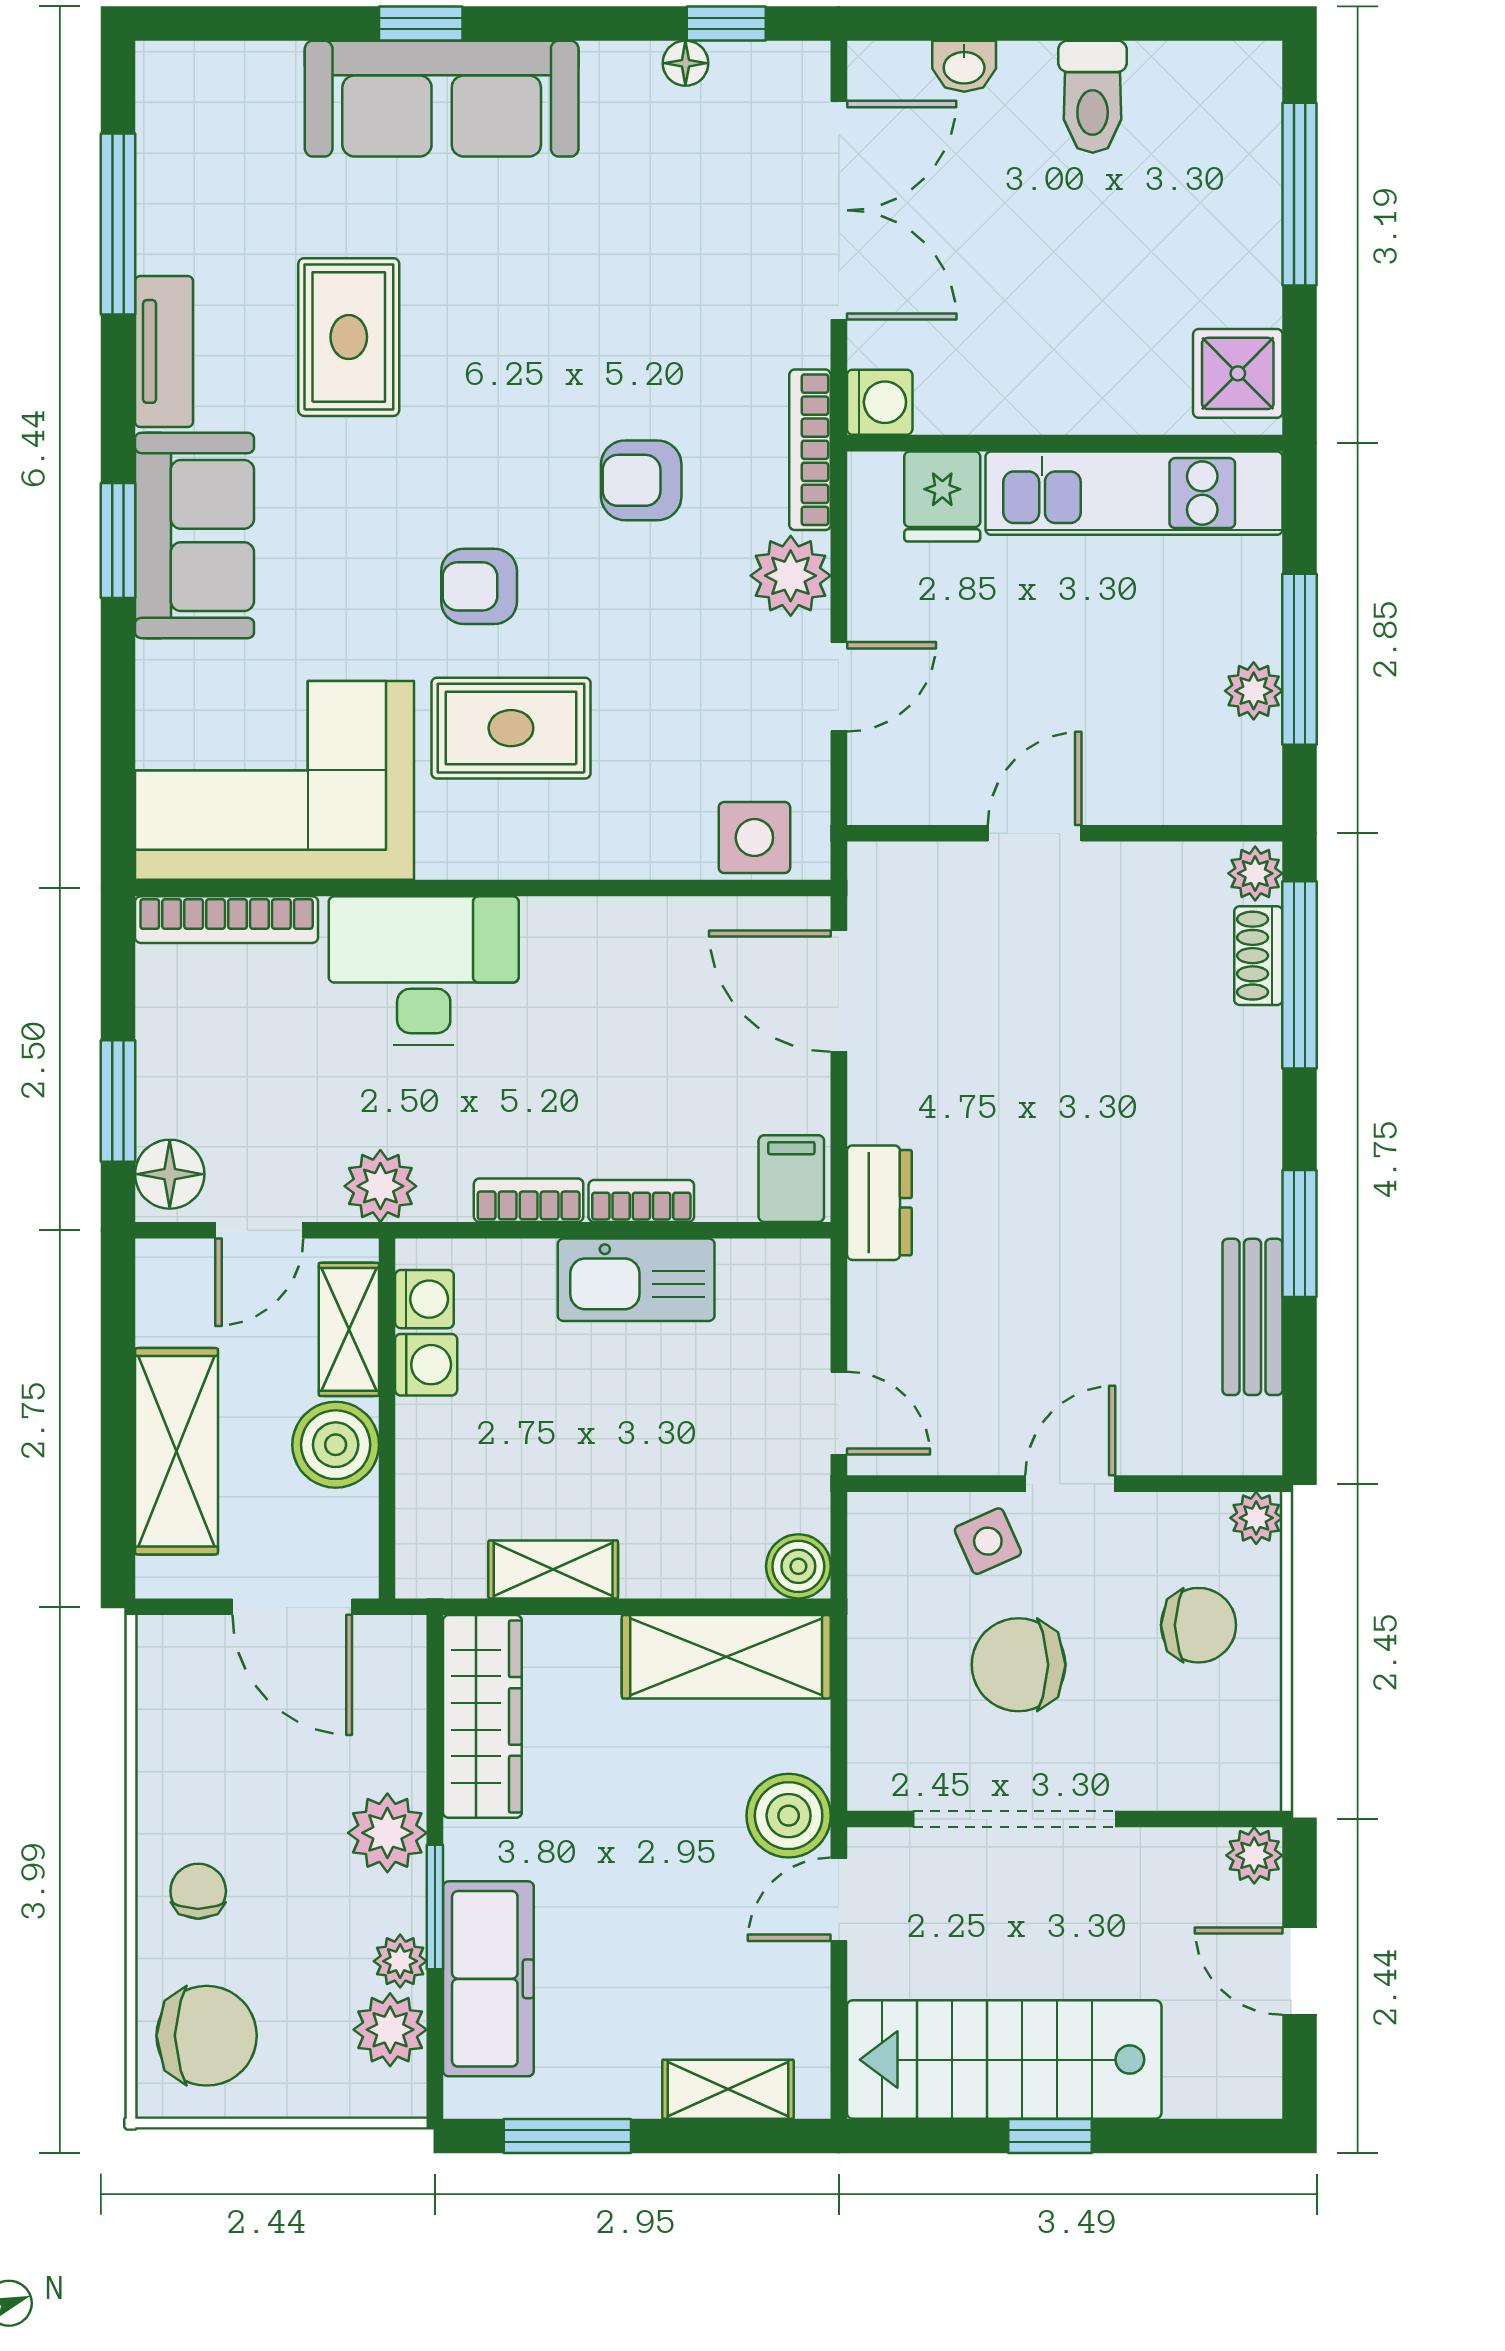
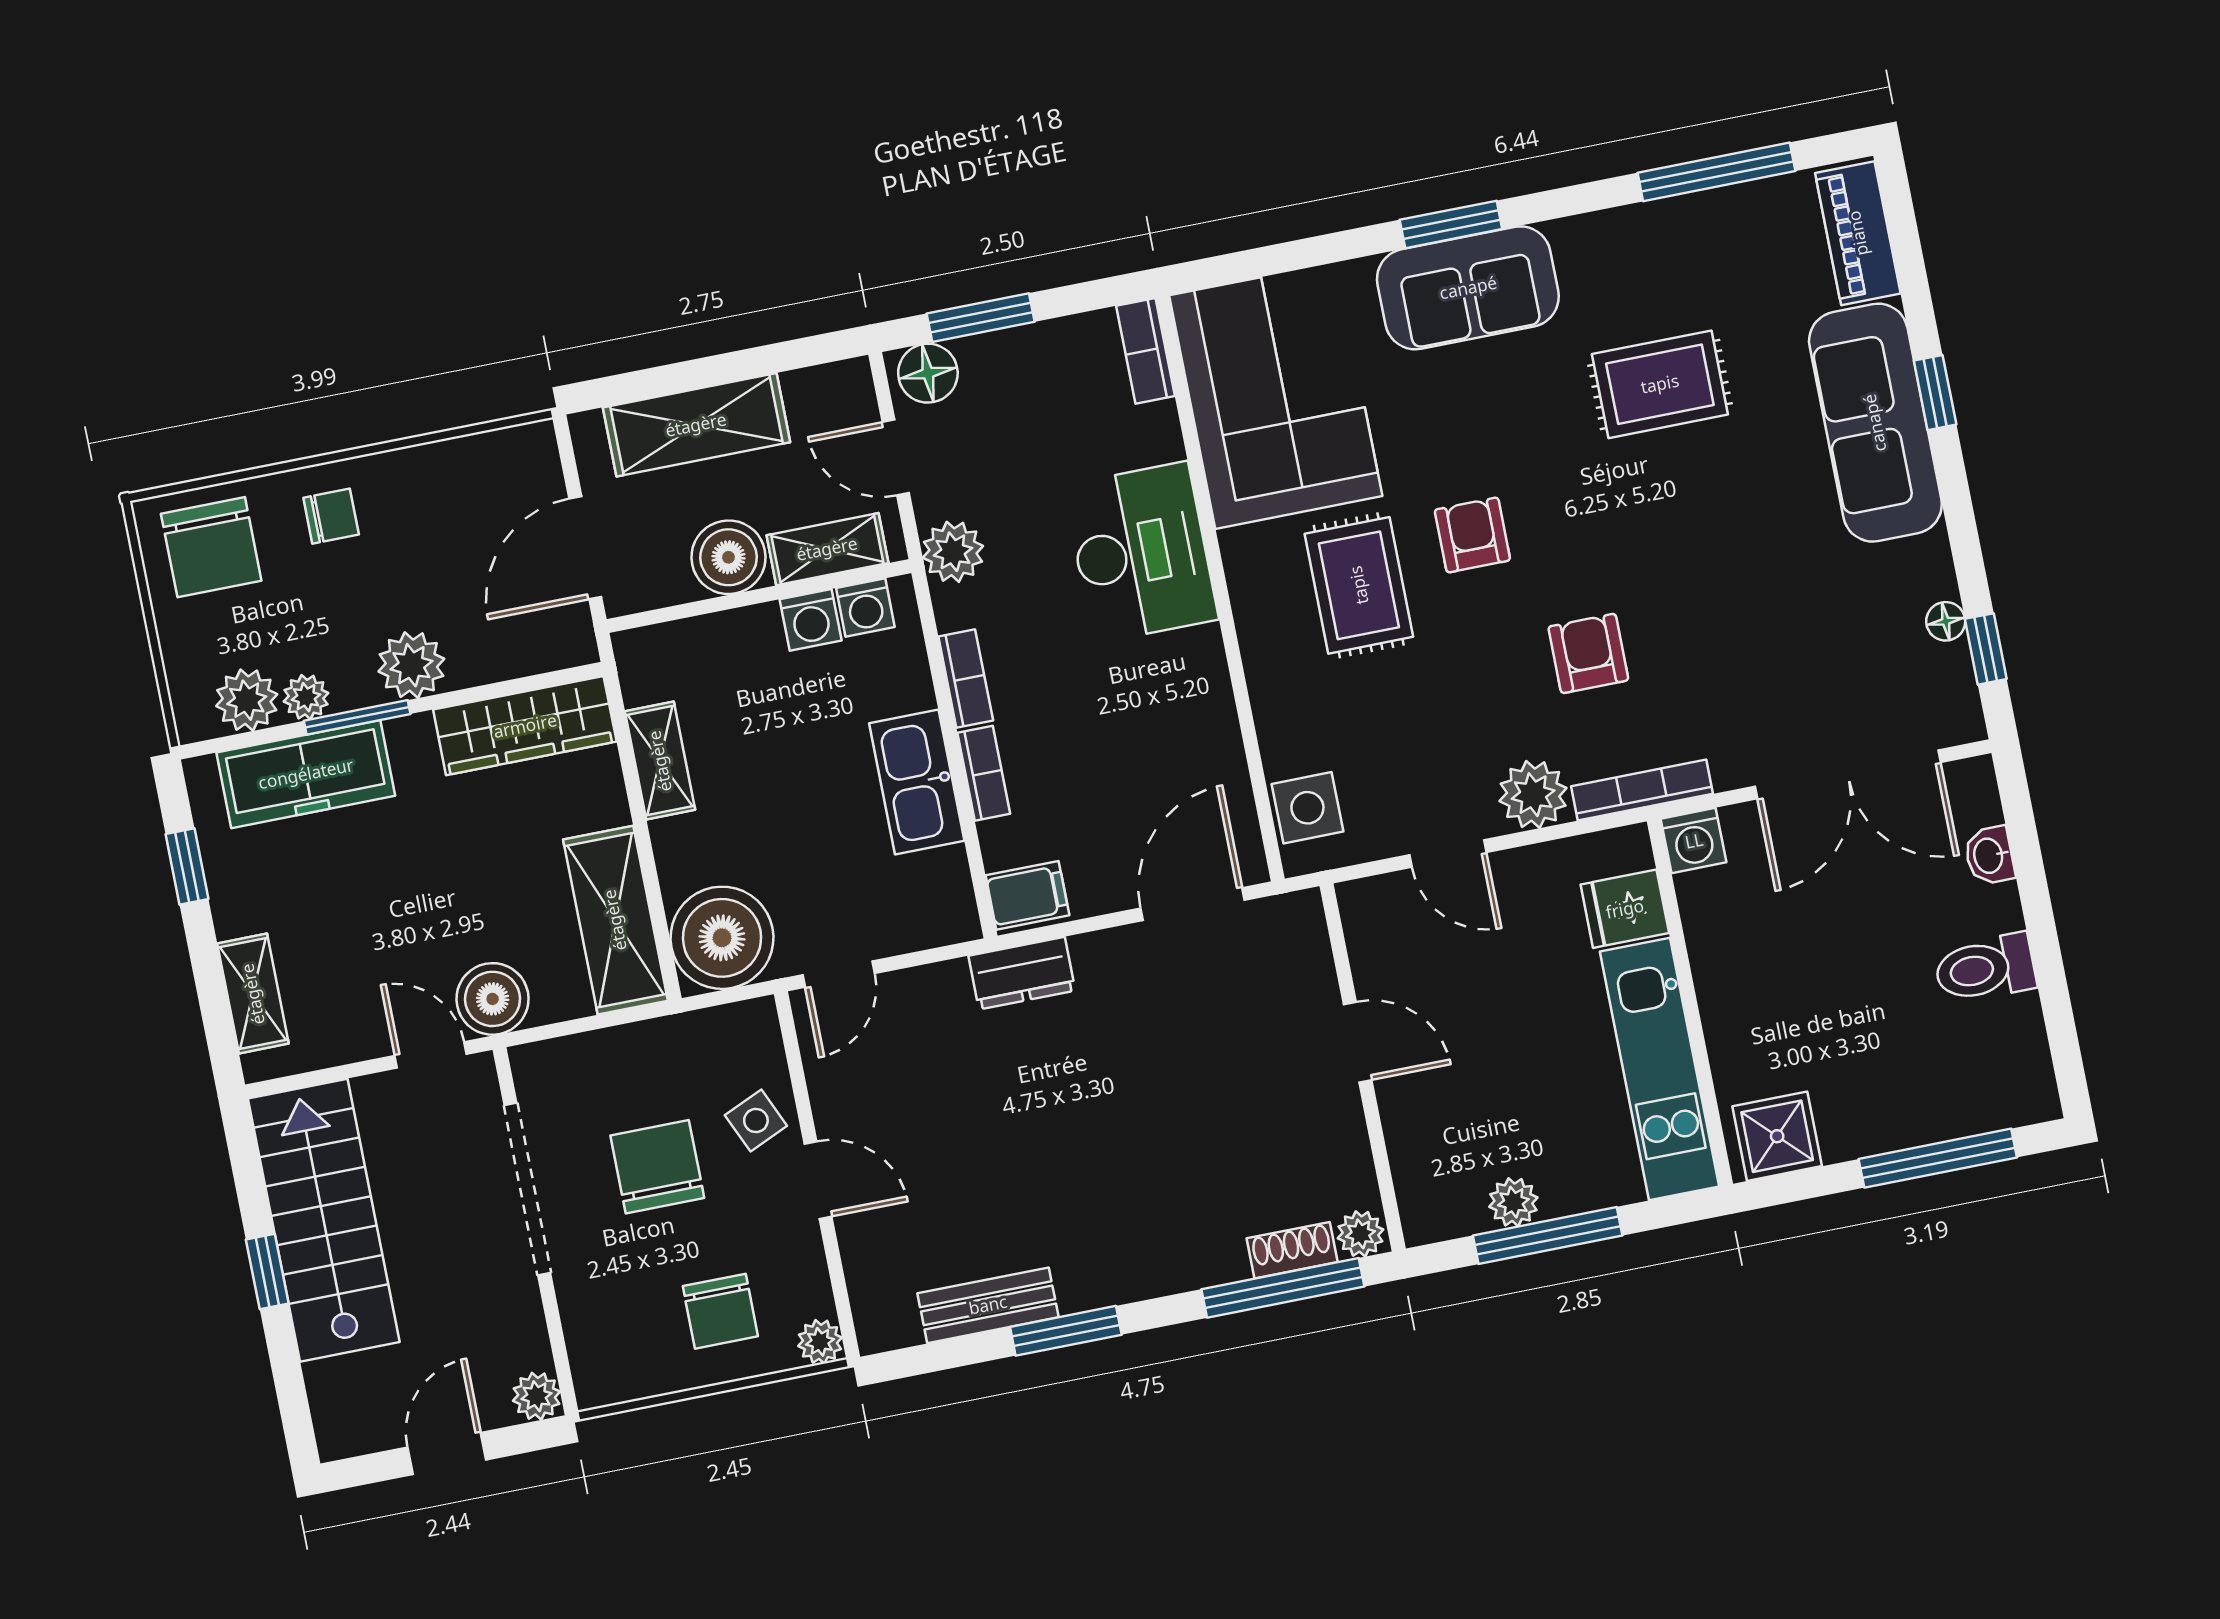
piano: (221, 76) -> (1858, 233), added
tv unit: (164, 351) -> (1617, 232), removed
bookcase: (227, 920) -> (1145, 351), width x0.64
boiler: (798, 1566) -> (722, 938), width x1.86, depth x1.86
window: (567, 2136) -> (187, 867), width x0.67

